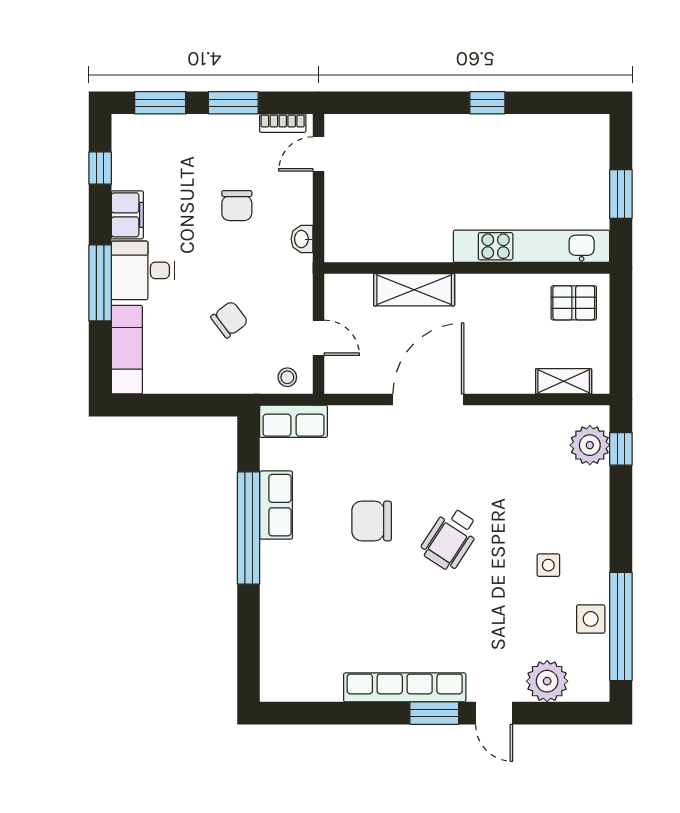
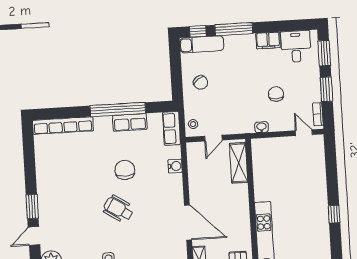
window: (100, 168) -> (198, 31), moved
chair: (237, 206) -> (276, 94), turned 90
desk: (143, 270) -> (296, 46), moved
shelving: (414, 290) -> (239, 163), moved
chair: (229, 320) -> (201, 82), moved
door: (428, 400) -> (188, 222), moved
water cooler: (370, 419) -> (175, 166), added
row of seats: (405, 687) -> (63, 126), moved, turned 90

